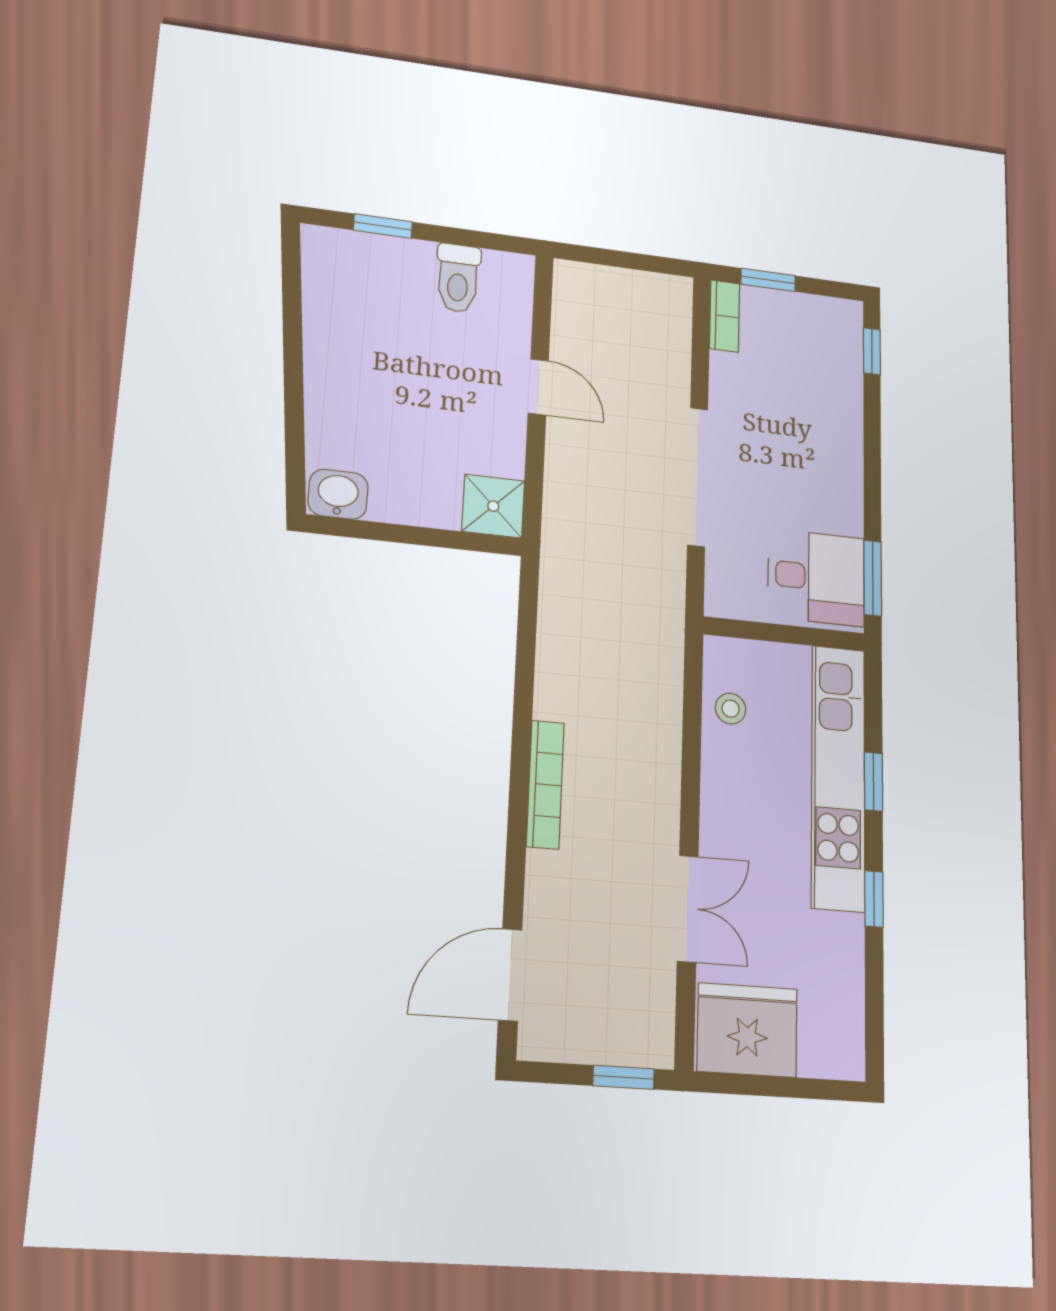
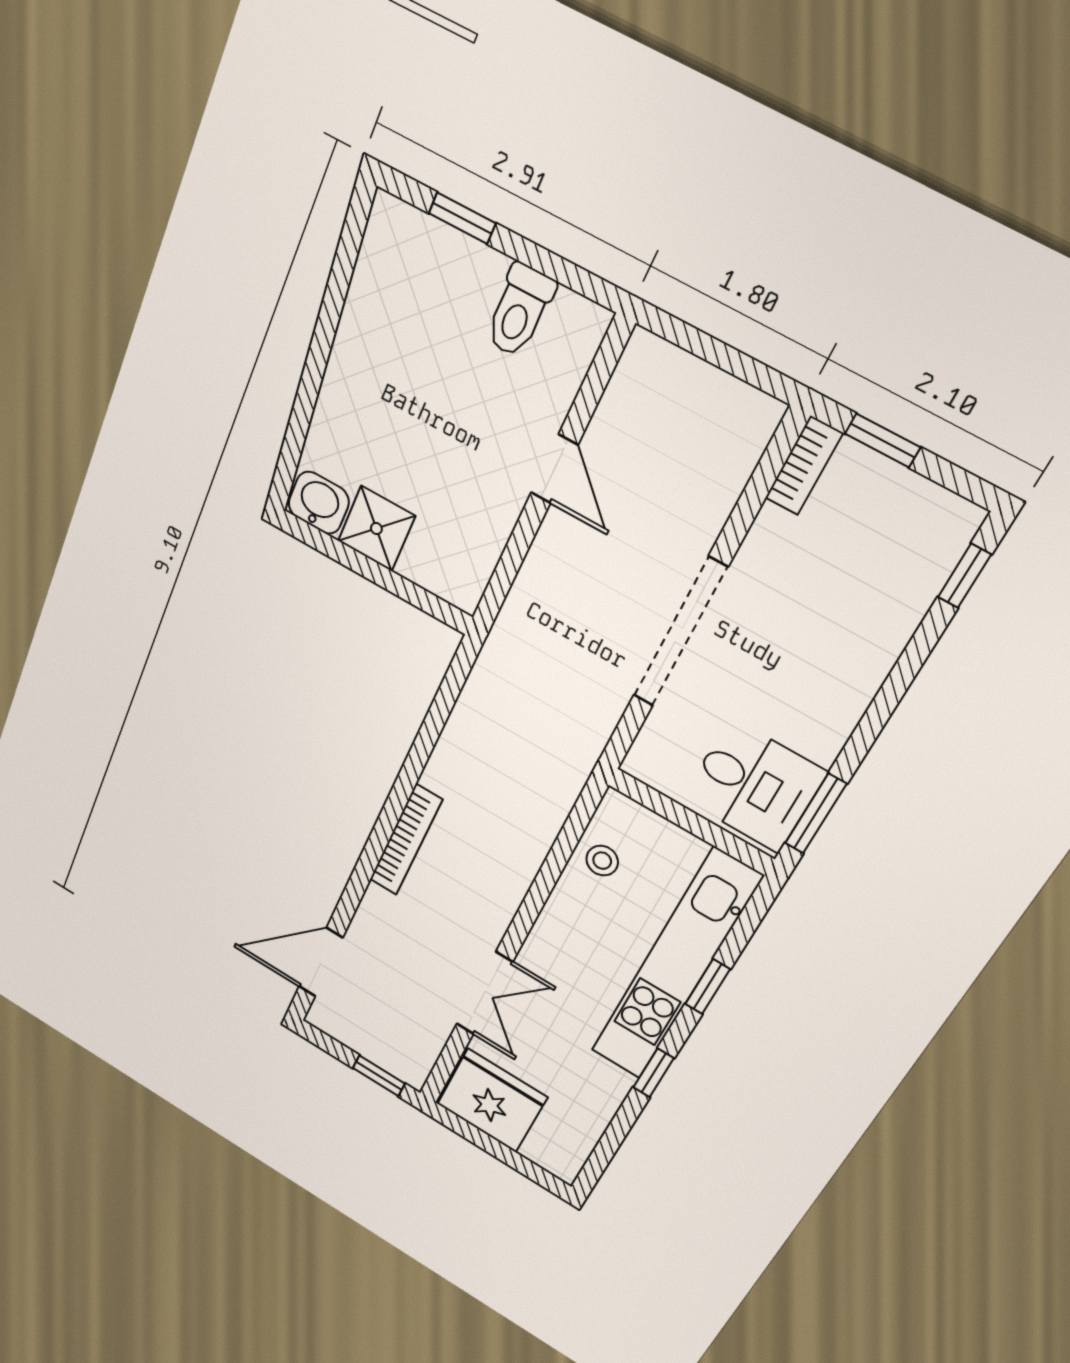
shower: (493, 506) -> (376, 529), moved

